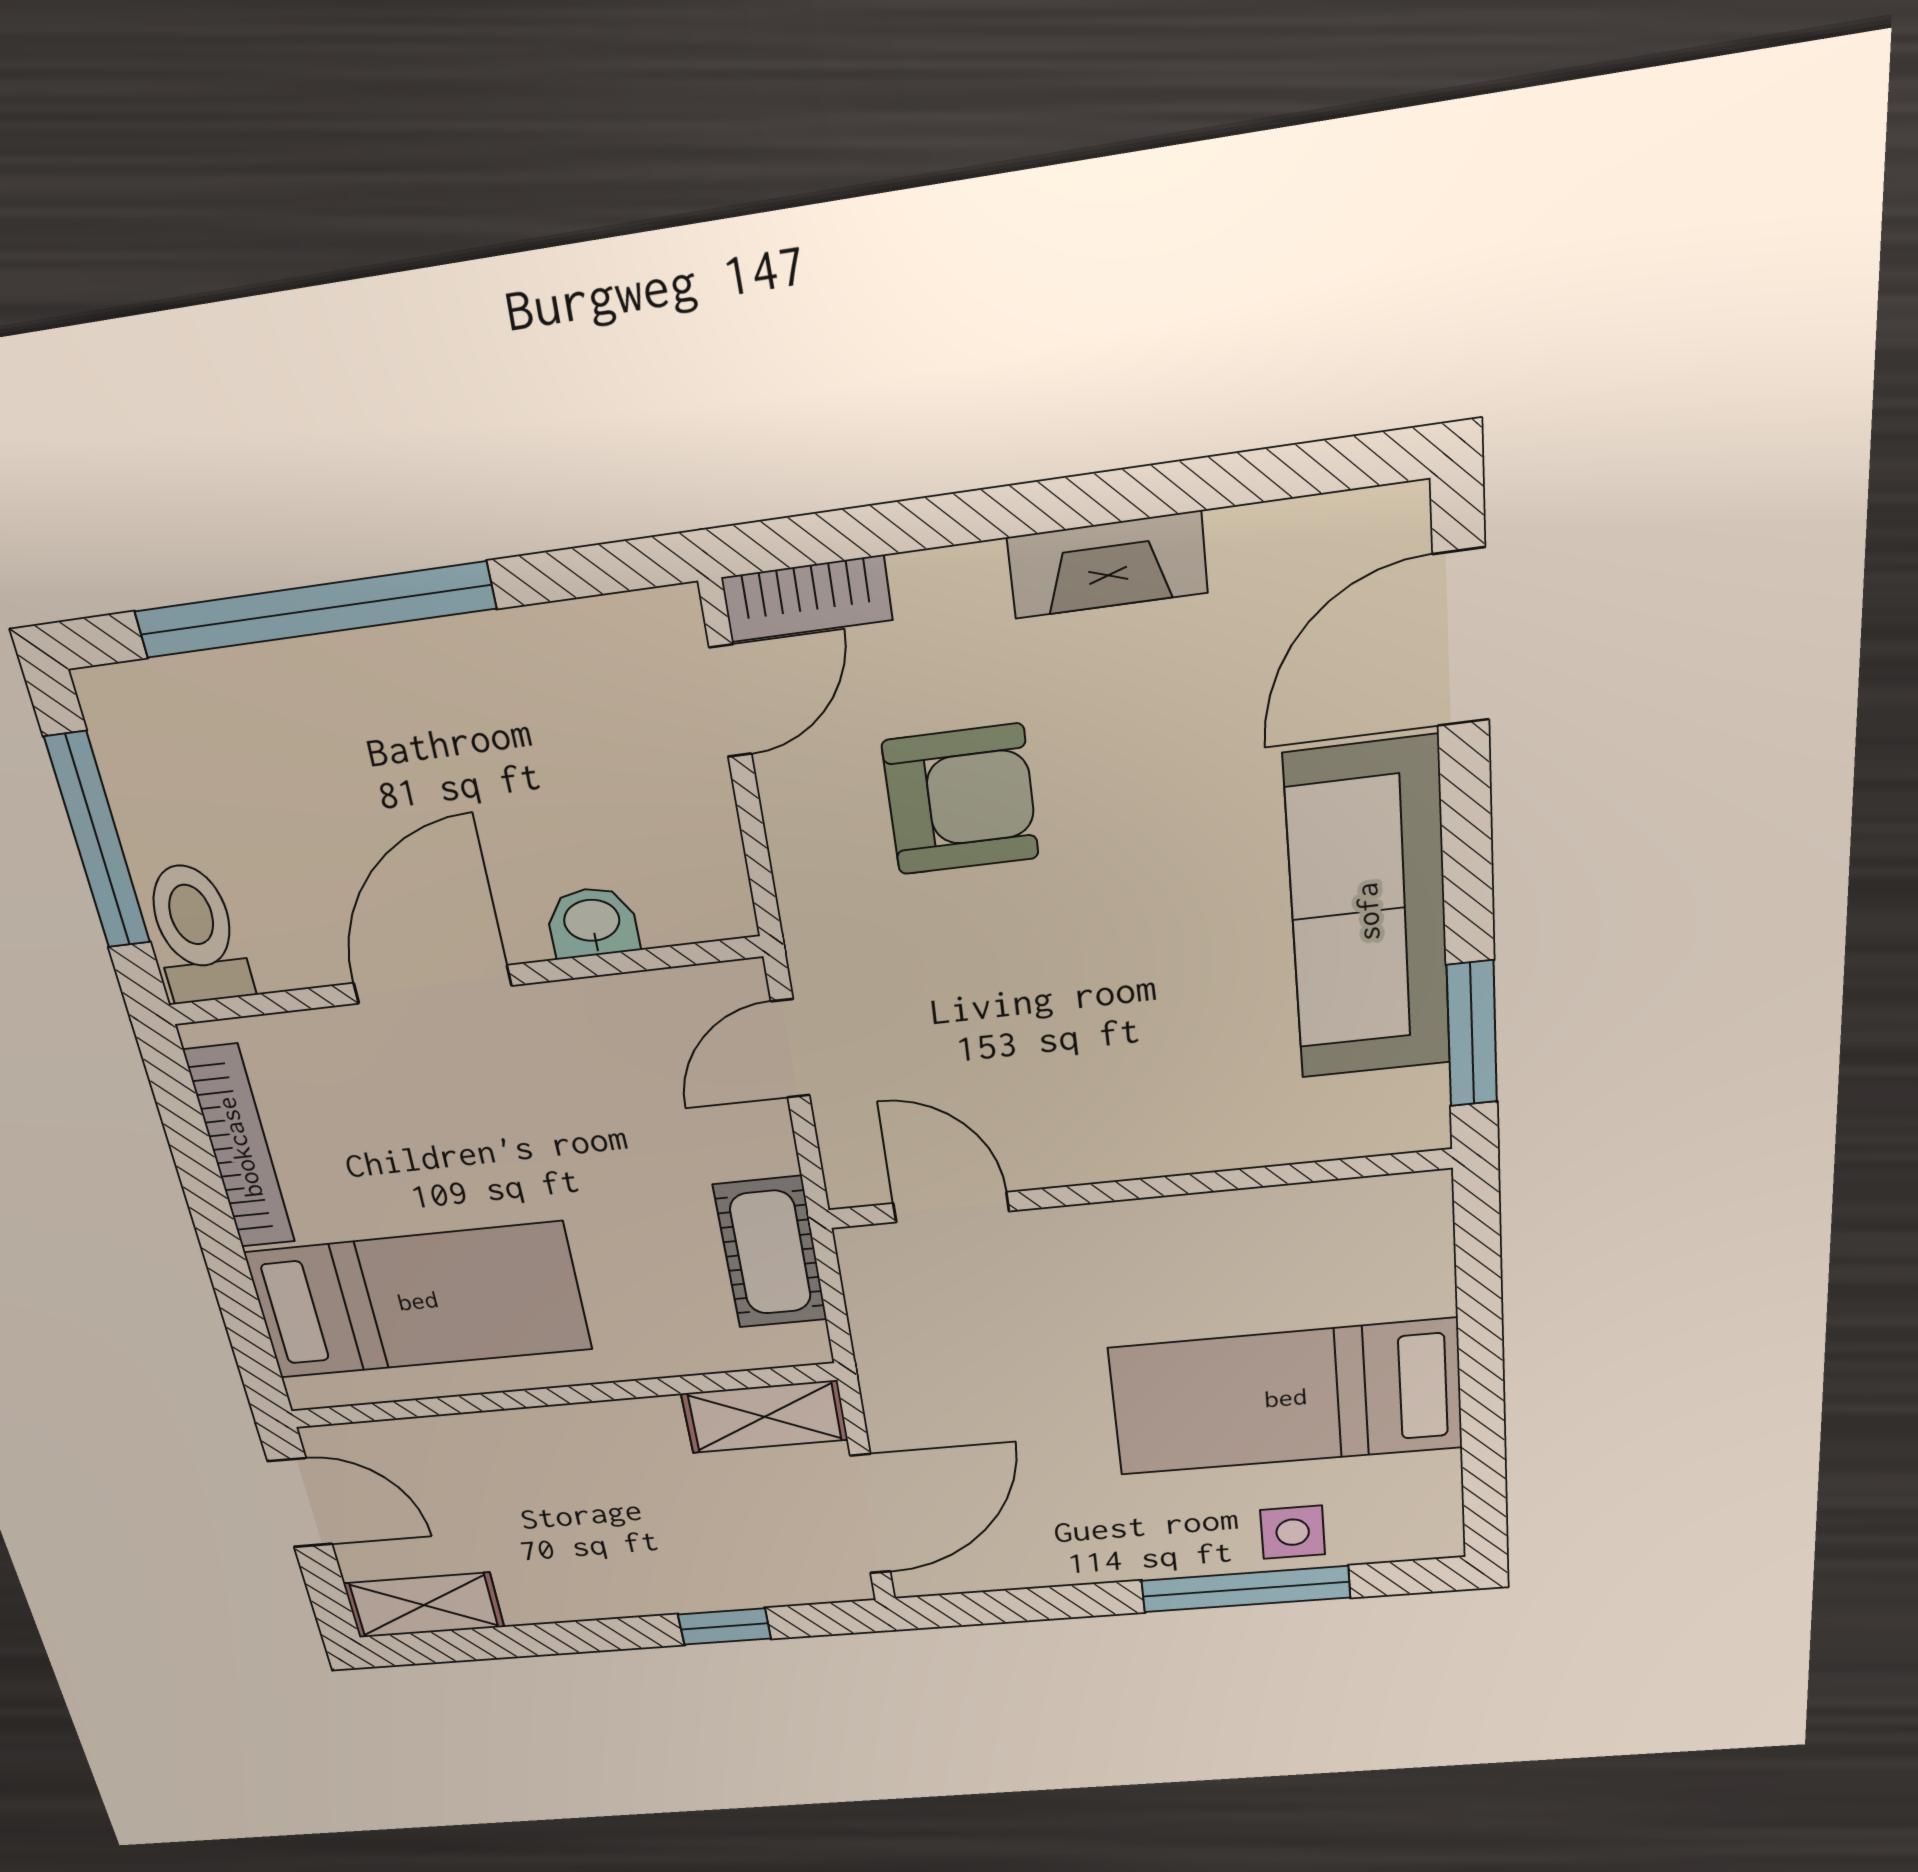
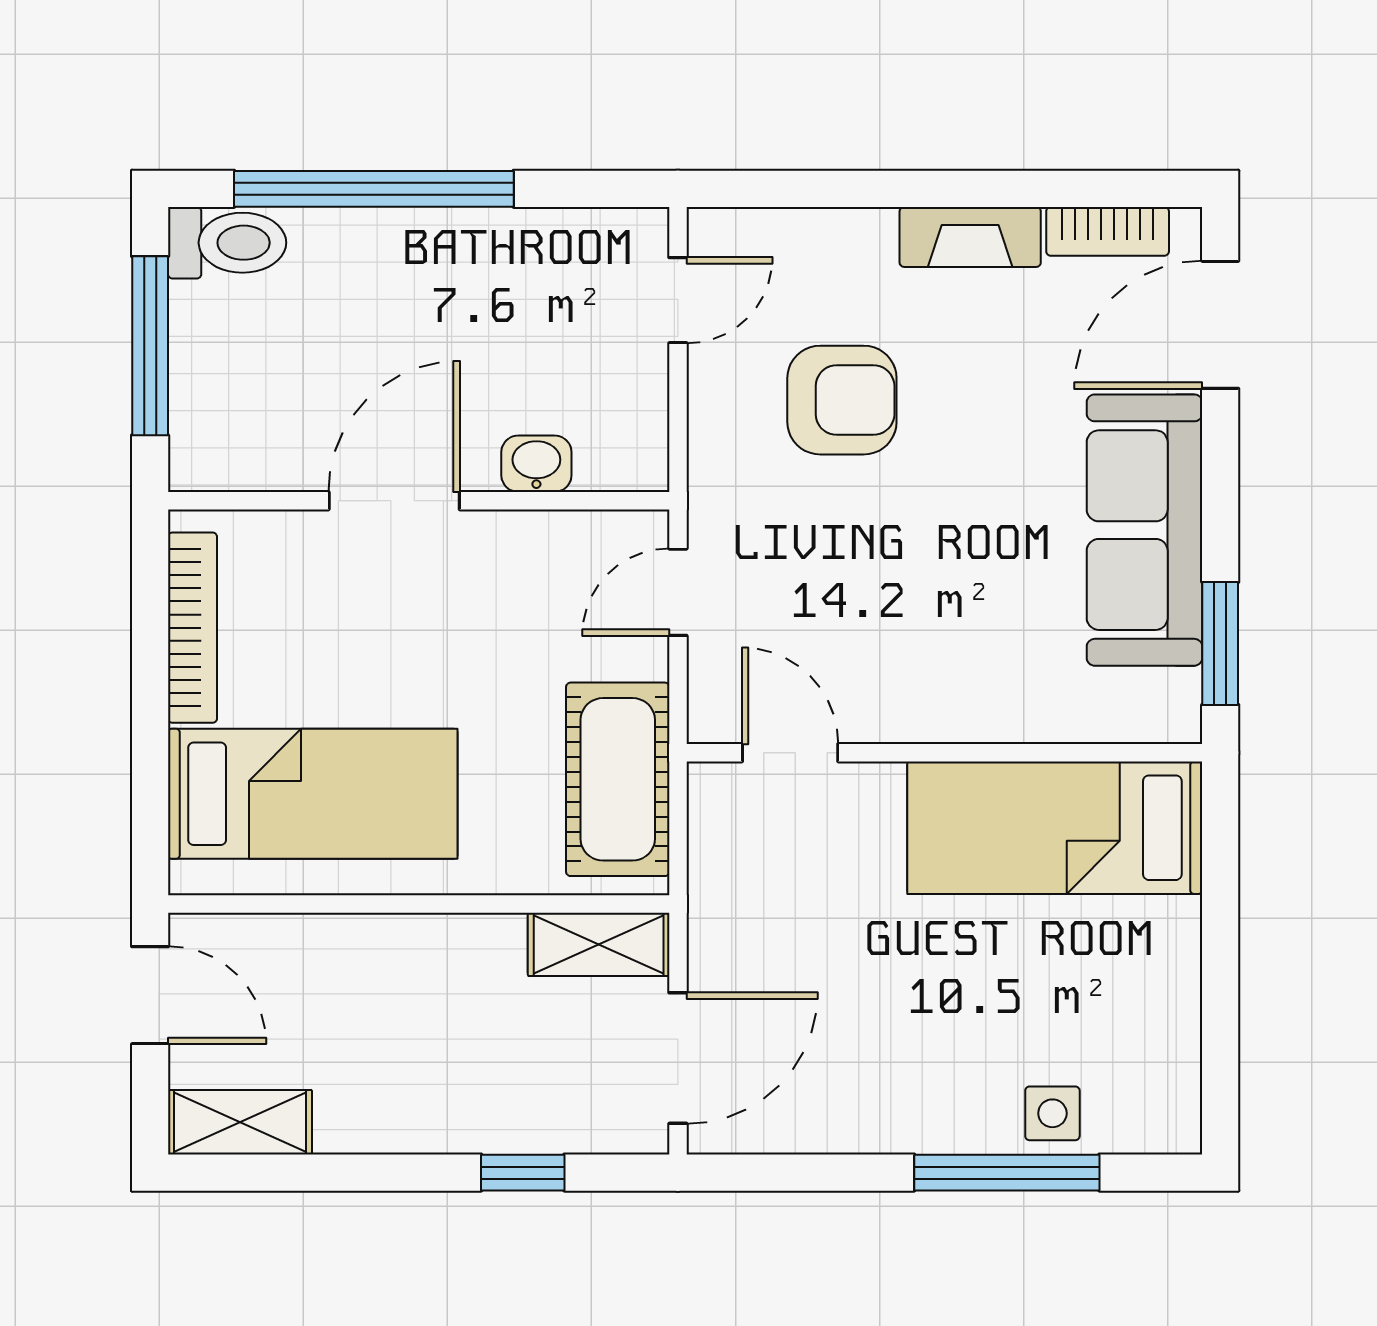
bookcase: (807, 599) -> (1108, 231), moved
toilet: (197, 933) -> (227, 243), moved, turned 90
cot: (770, 1253) -> (618, 779), width x1.37, depth x1.34
bed: (1286, 1398) -> (1055, 828), moved

